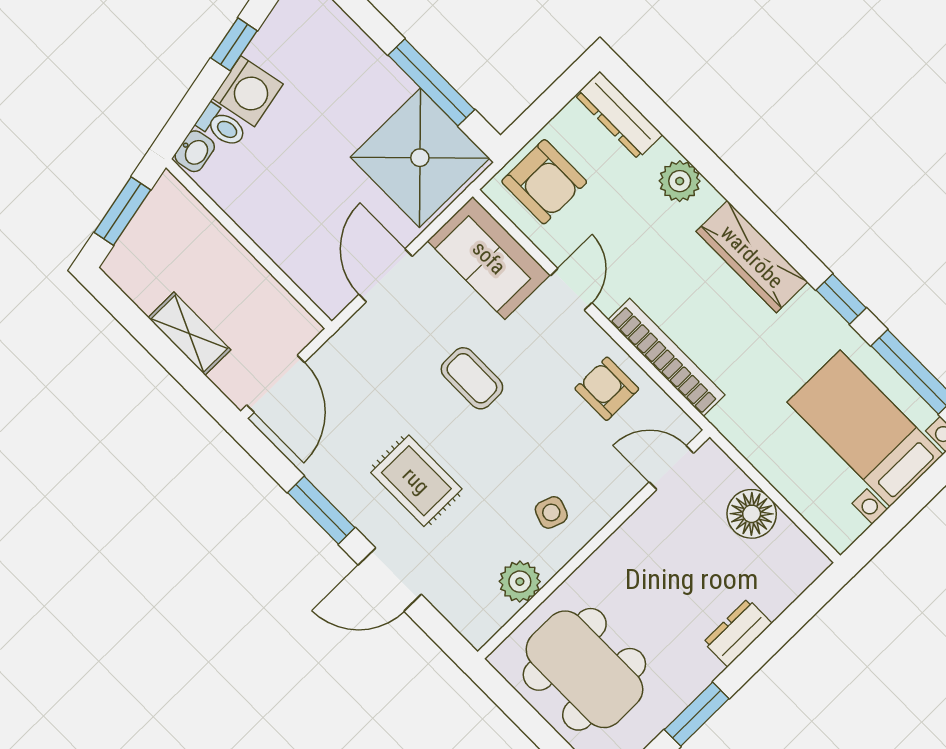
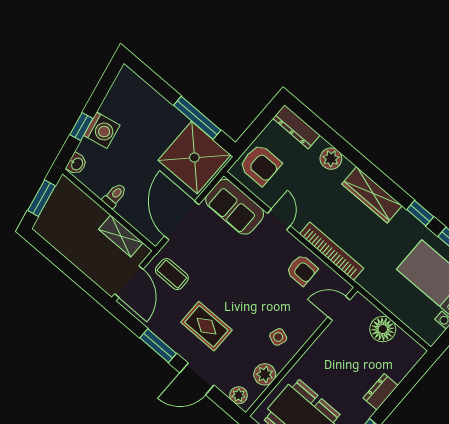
window: (234, 44) -> (81, 127), moved
toilet: (222, 126) -> (115, 196), moved, turned -78
door: (386, 275) -> (182, 220), width x1.36
shelving: (189, 334) -> (121, 236), moved
coffee table: (472, 378) -> (172, 274), moved
armchair: (607, 389) -> (302, 270), turned 180
plant: (467, 617) -> (239, 395), added

